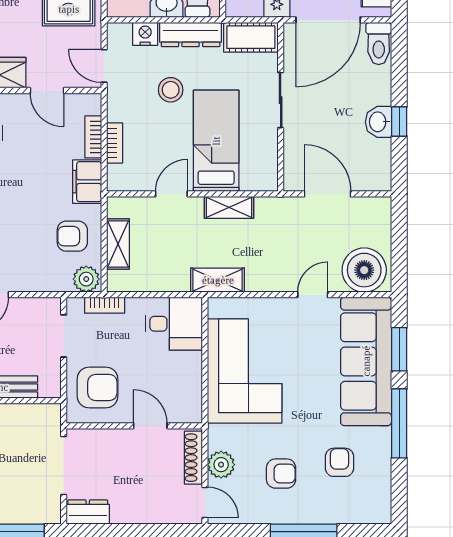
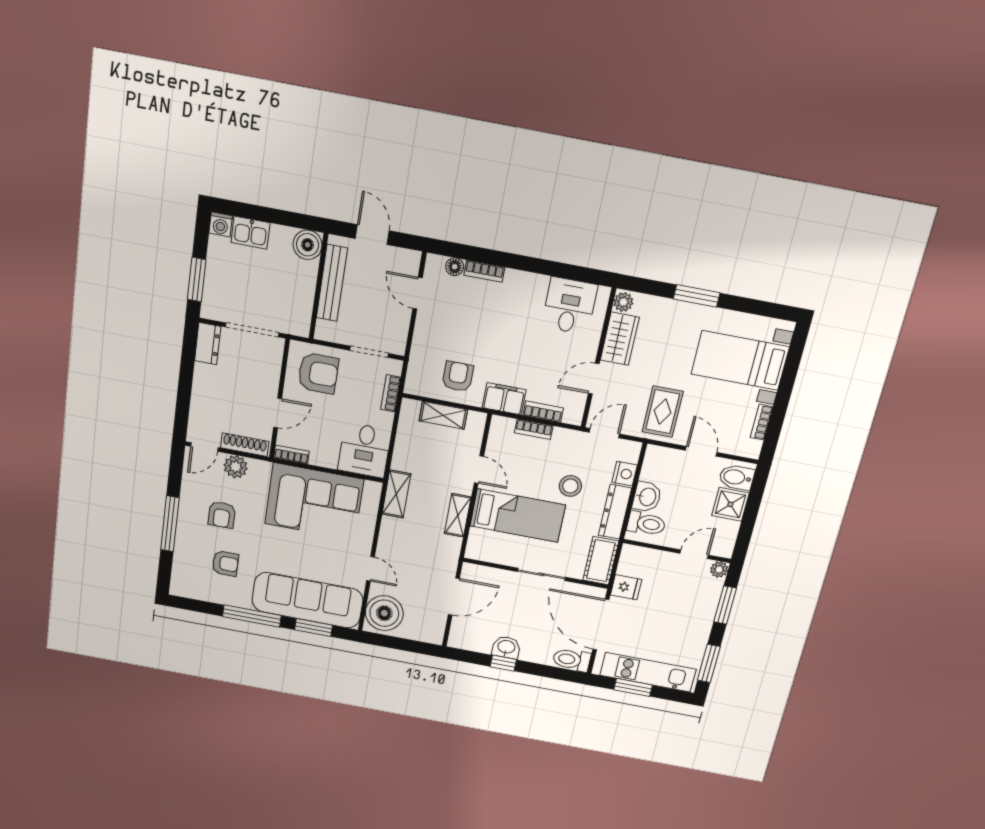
plant: (86, 279) -> (417, 382), removed
armchair: (98, 388) -> (318, 373), turned -90
bookcase: (195, 404) -> (291, 455), added

